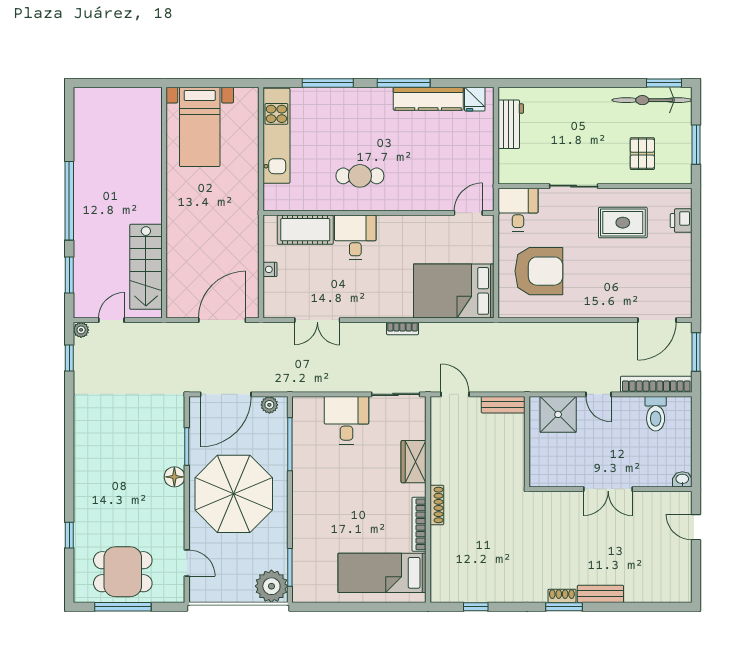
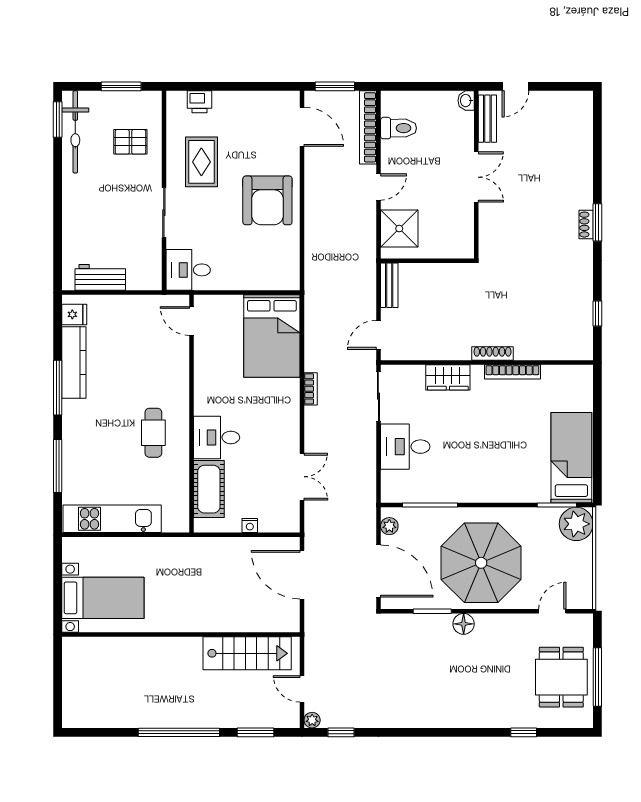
armchair: (539, 271) -> (267, 200), moved, turned 180
bed: (382, 573) -> (571, 458), moved, turned 180
bench: (600, 594) -> (487, 119), moved

